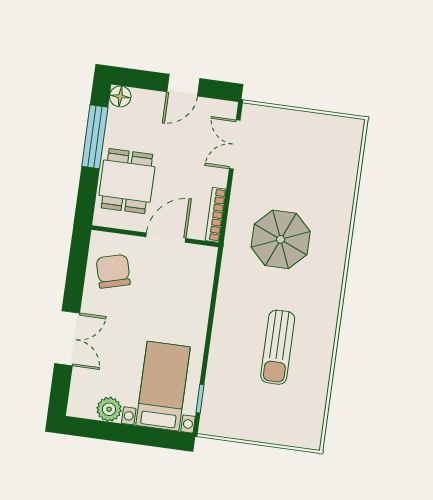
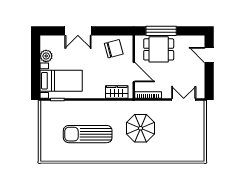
door: (183, 85) -> (209, 55), moved
floor lamp: (120, 96) -> (199, 41), removed
window: (95, 137) -> (161, 31), moved
wardrobe: (201, 277) -> (117, 92), added
sun lounger: (278, 347) -> (88, 134), width x1.36, depth x1.34

